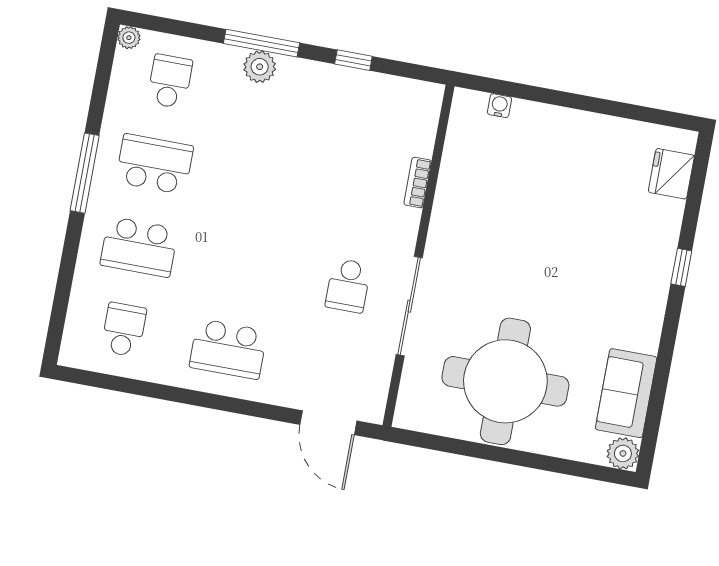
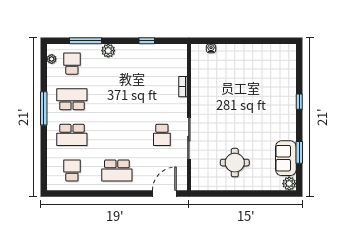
plant: (129, 38) -> (52, 59), moved
window: (261, 43) -> (86, 41), moved
fridge: (671, 174) -> (288, 63), removed
round table: (505, 381) -> (235, 163), width x0.54, depth x0.54
window: (659, 386) -> (299, 152), added
door: (328, 423) -> (164, 193), swing flipped

